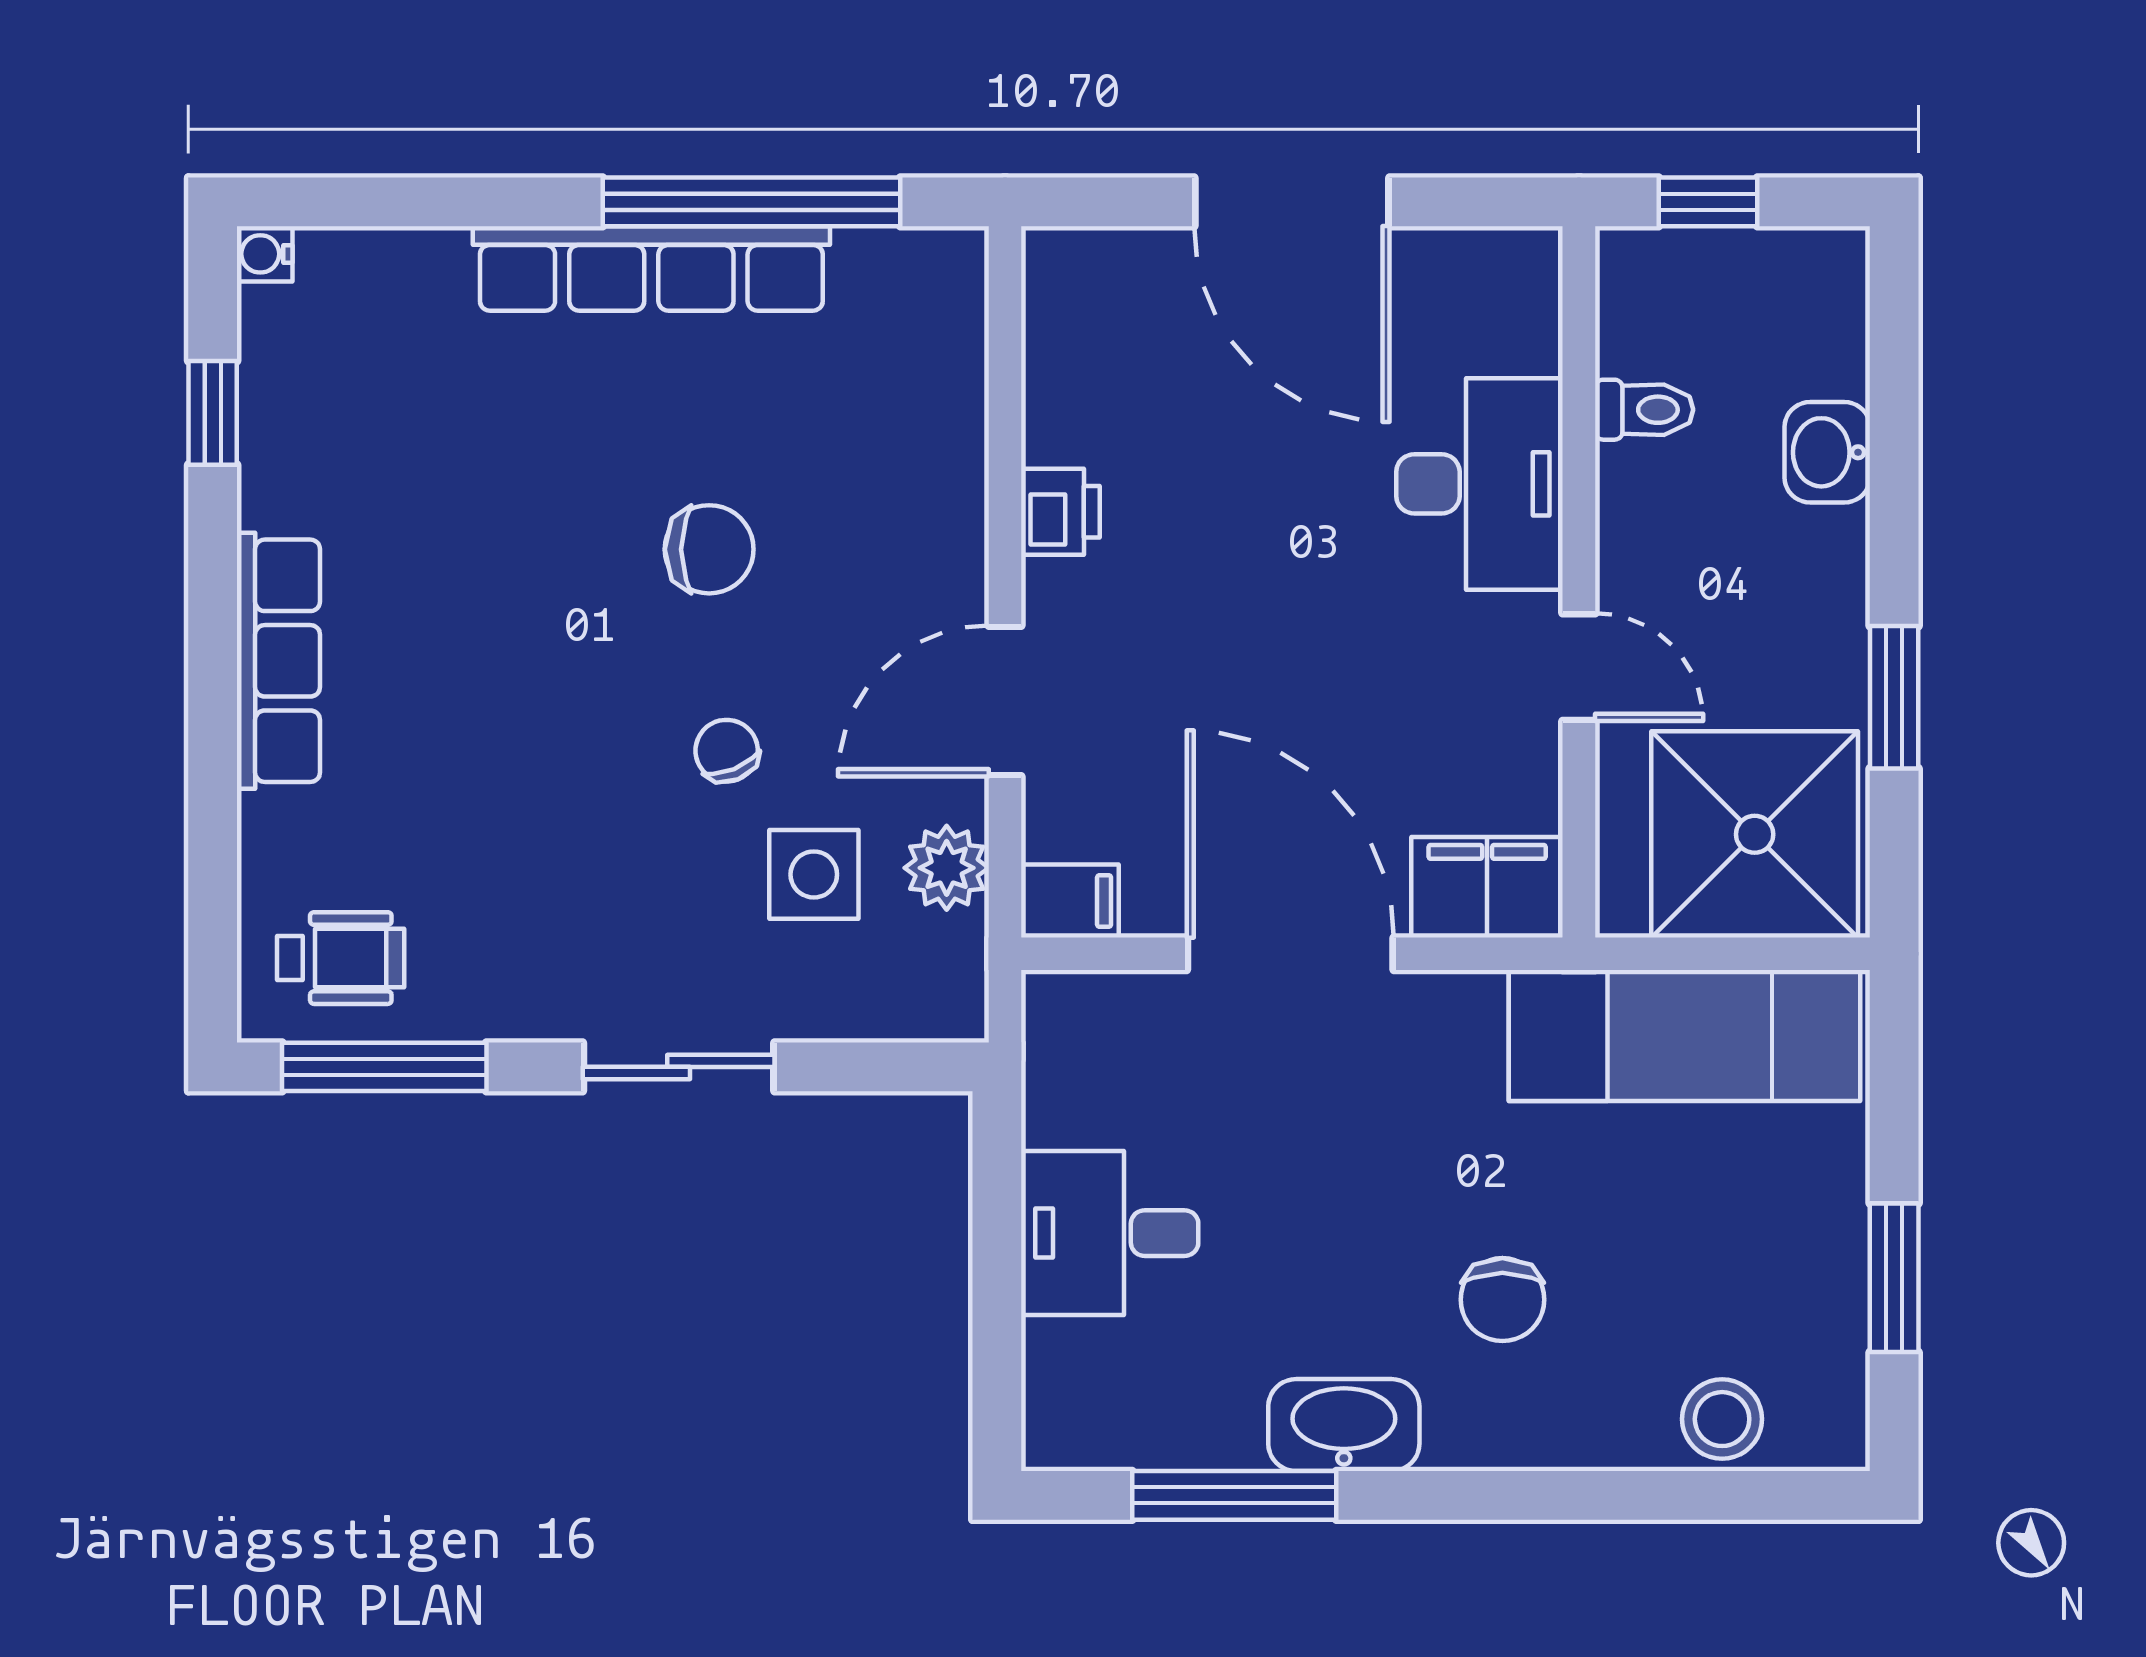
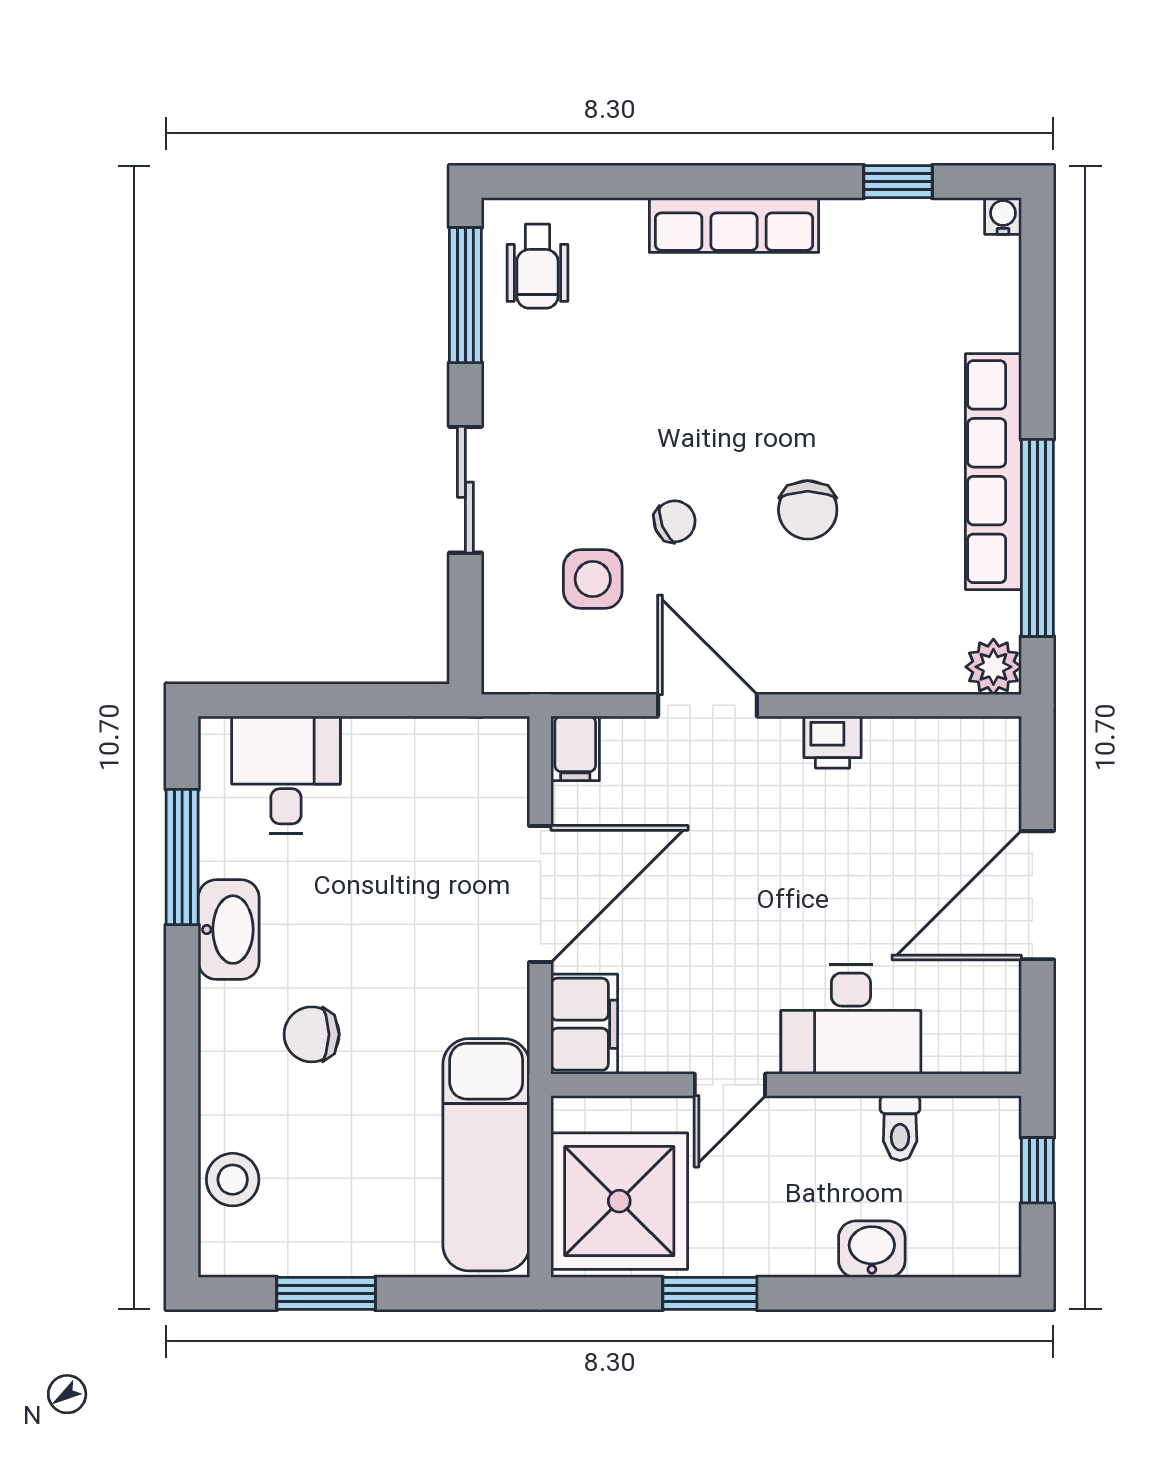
plant: (947, 868) -> (993, 667), moved
desk: (1110, 1233) -> (286, 775), moved

